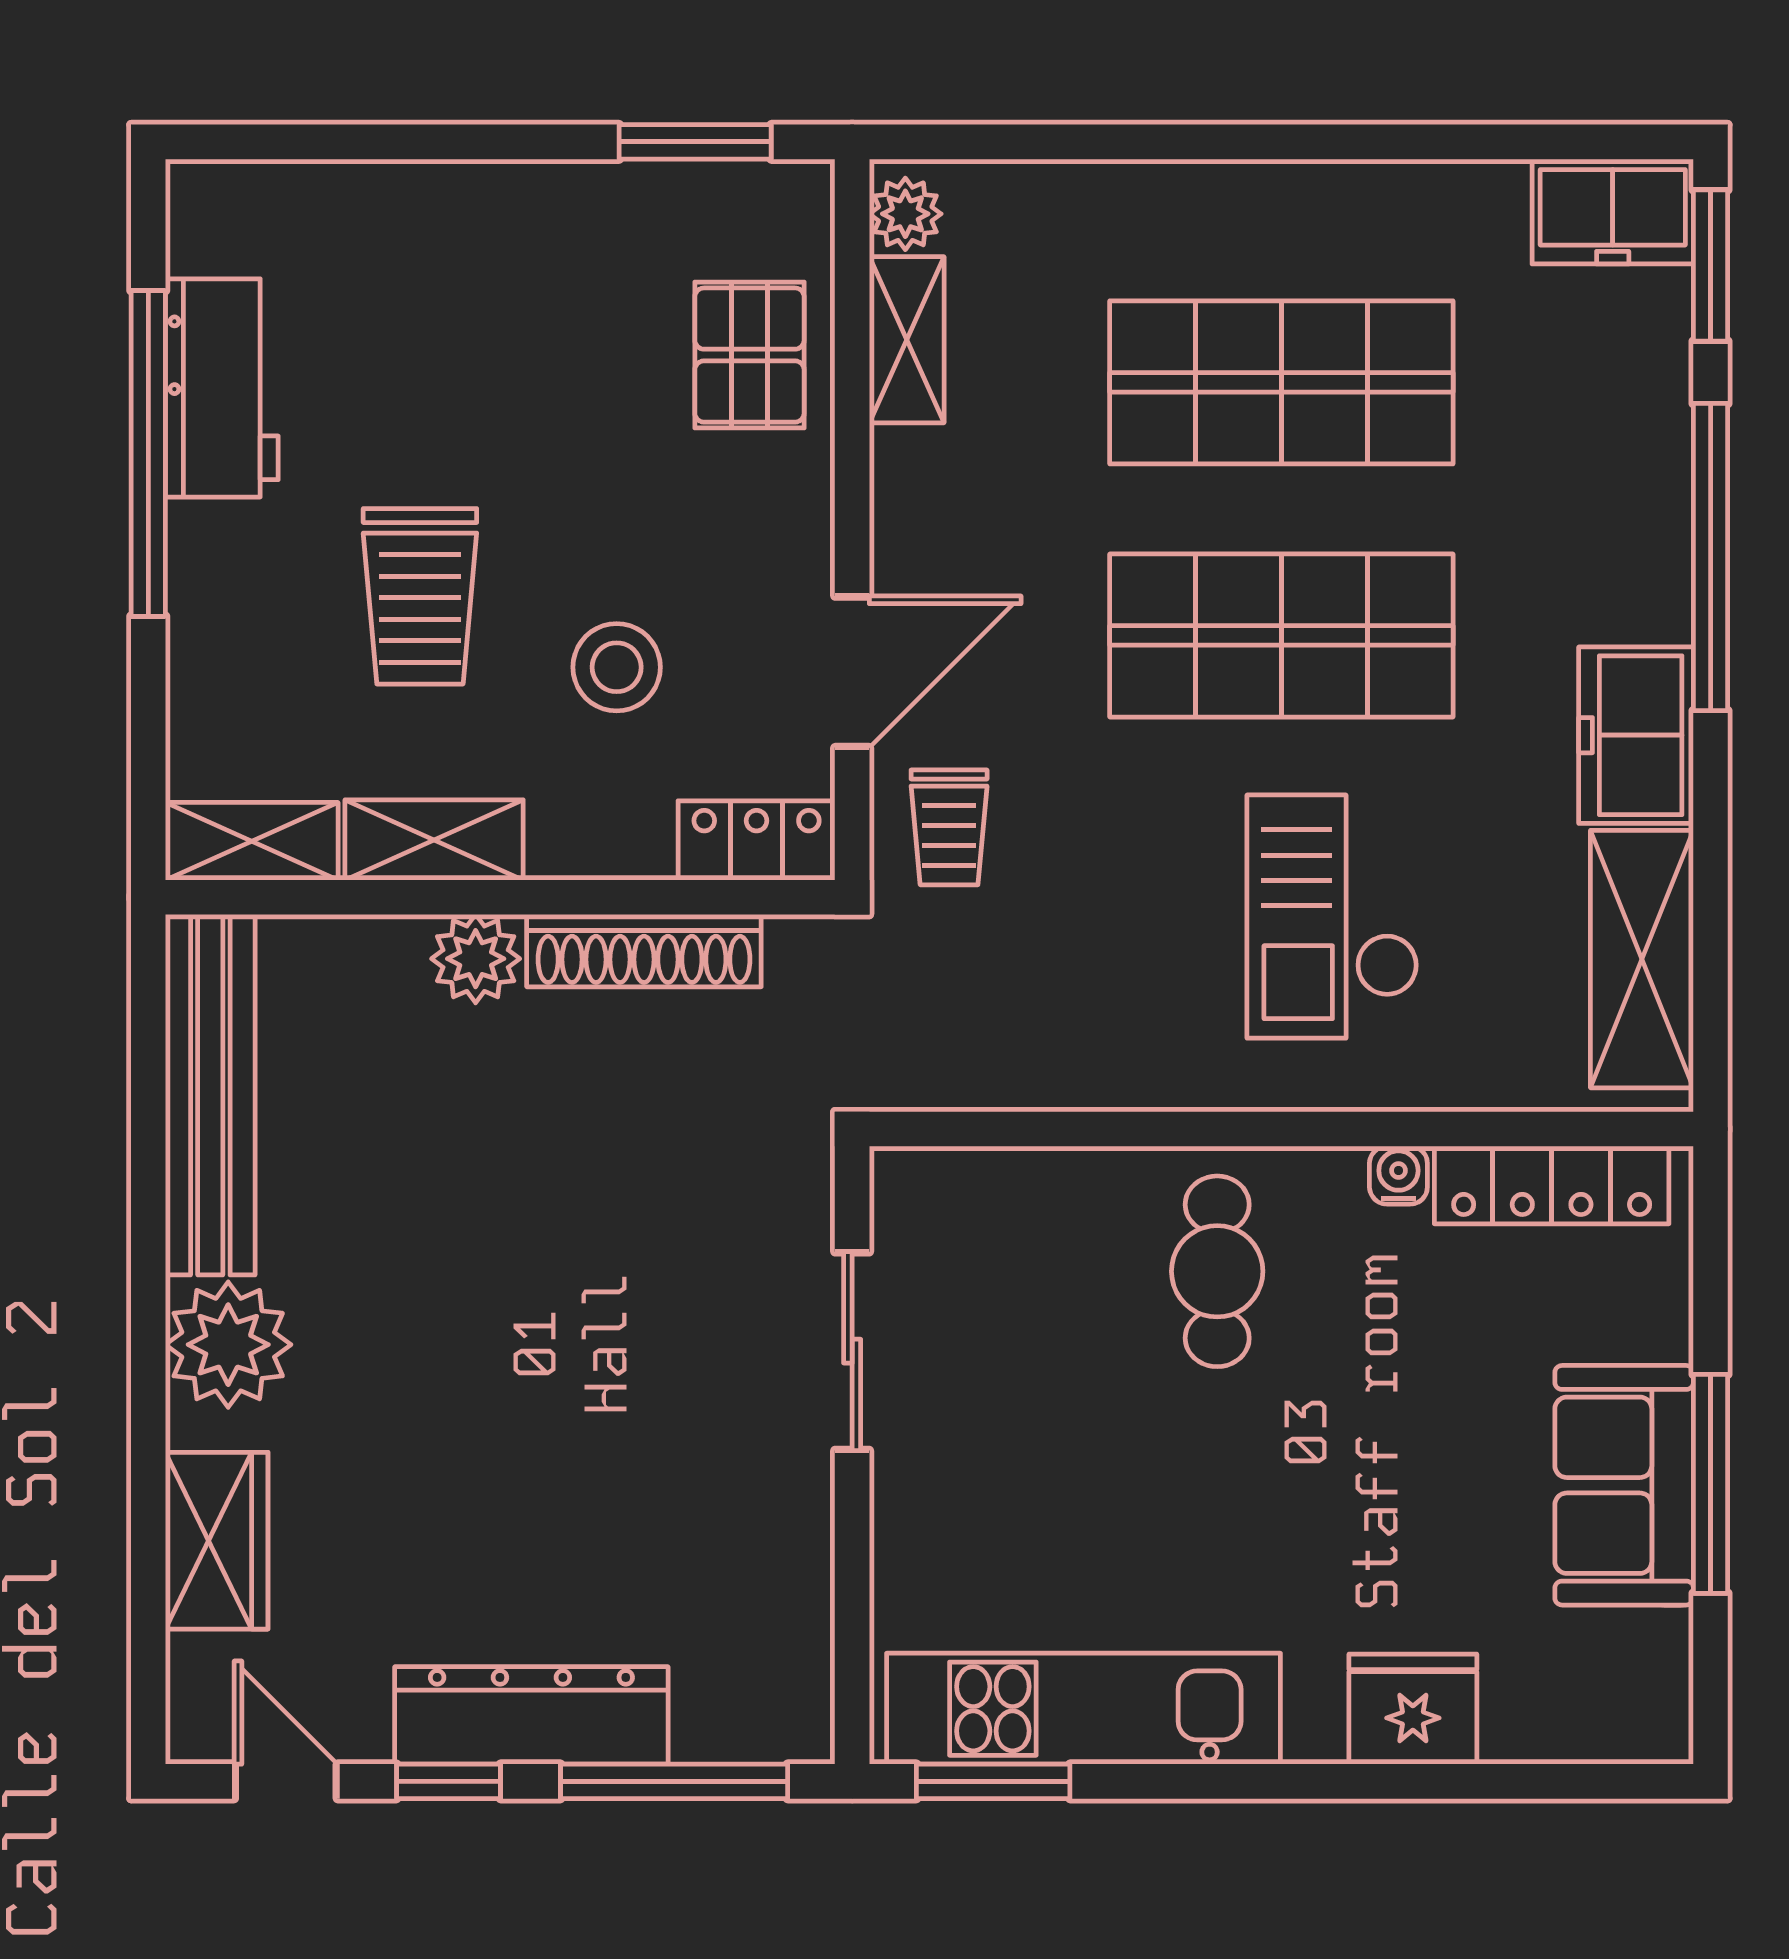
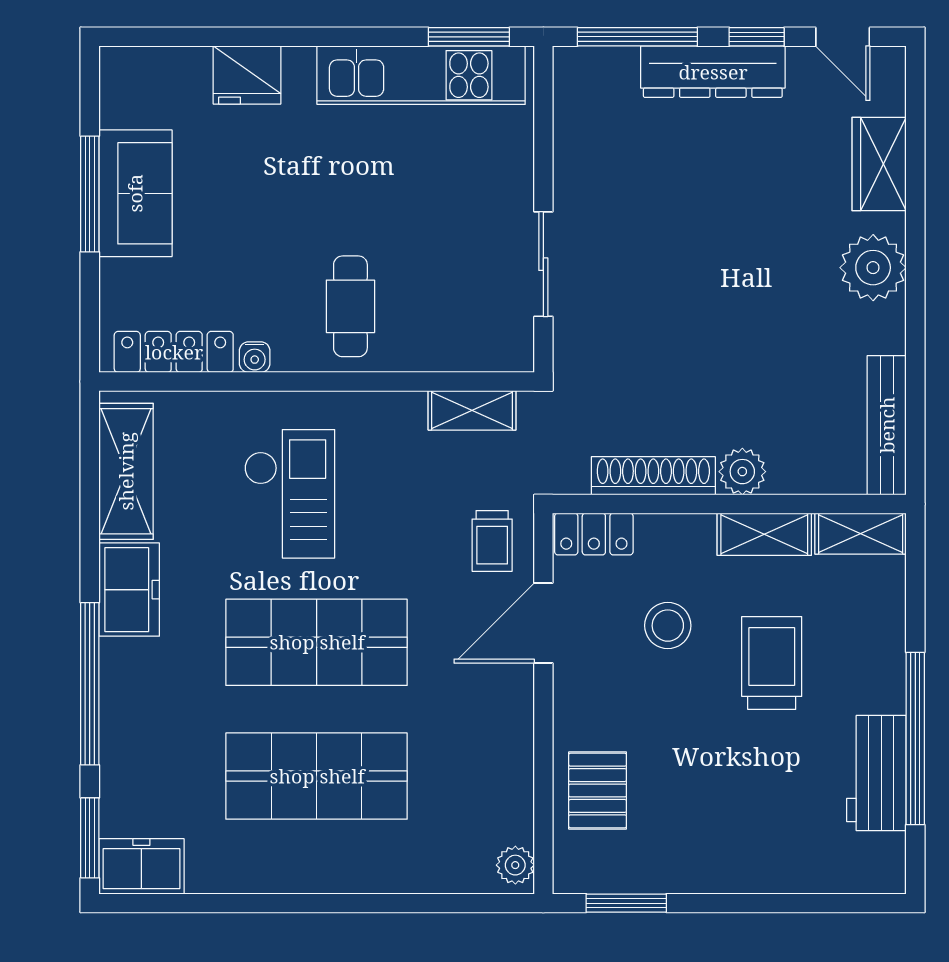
shelving: (907, 340) -> (472, 410), moved, turned 90
trolley: (949, 827) -> (492, 541), turned 180
bench: (210, 1095) -> (887, 425), width x0.73, depth x0.82

